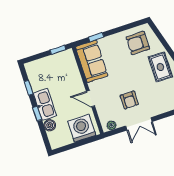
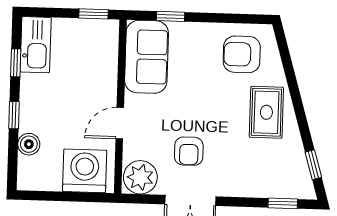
door: (90, 99) -> (120, 123), hinge flipped
kitchen sink: (45, 104) -> (36, 45), moved
plant: (112, 125) -> (140, 177), width x1.88, depth x1.88

